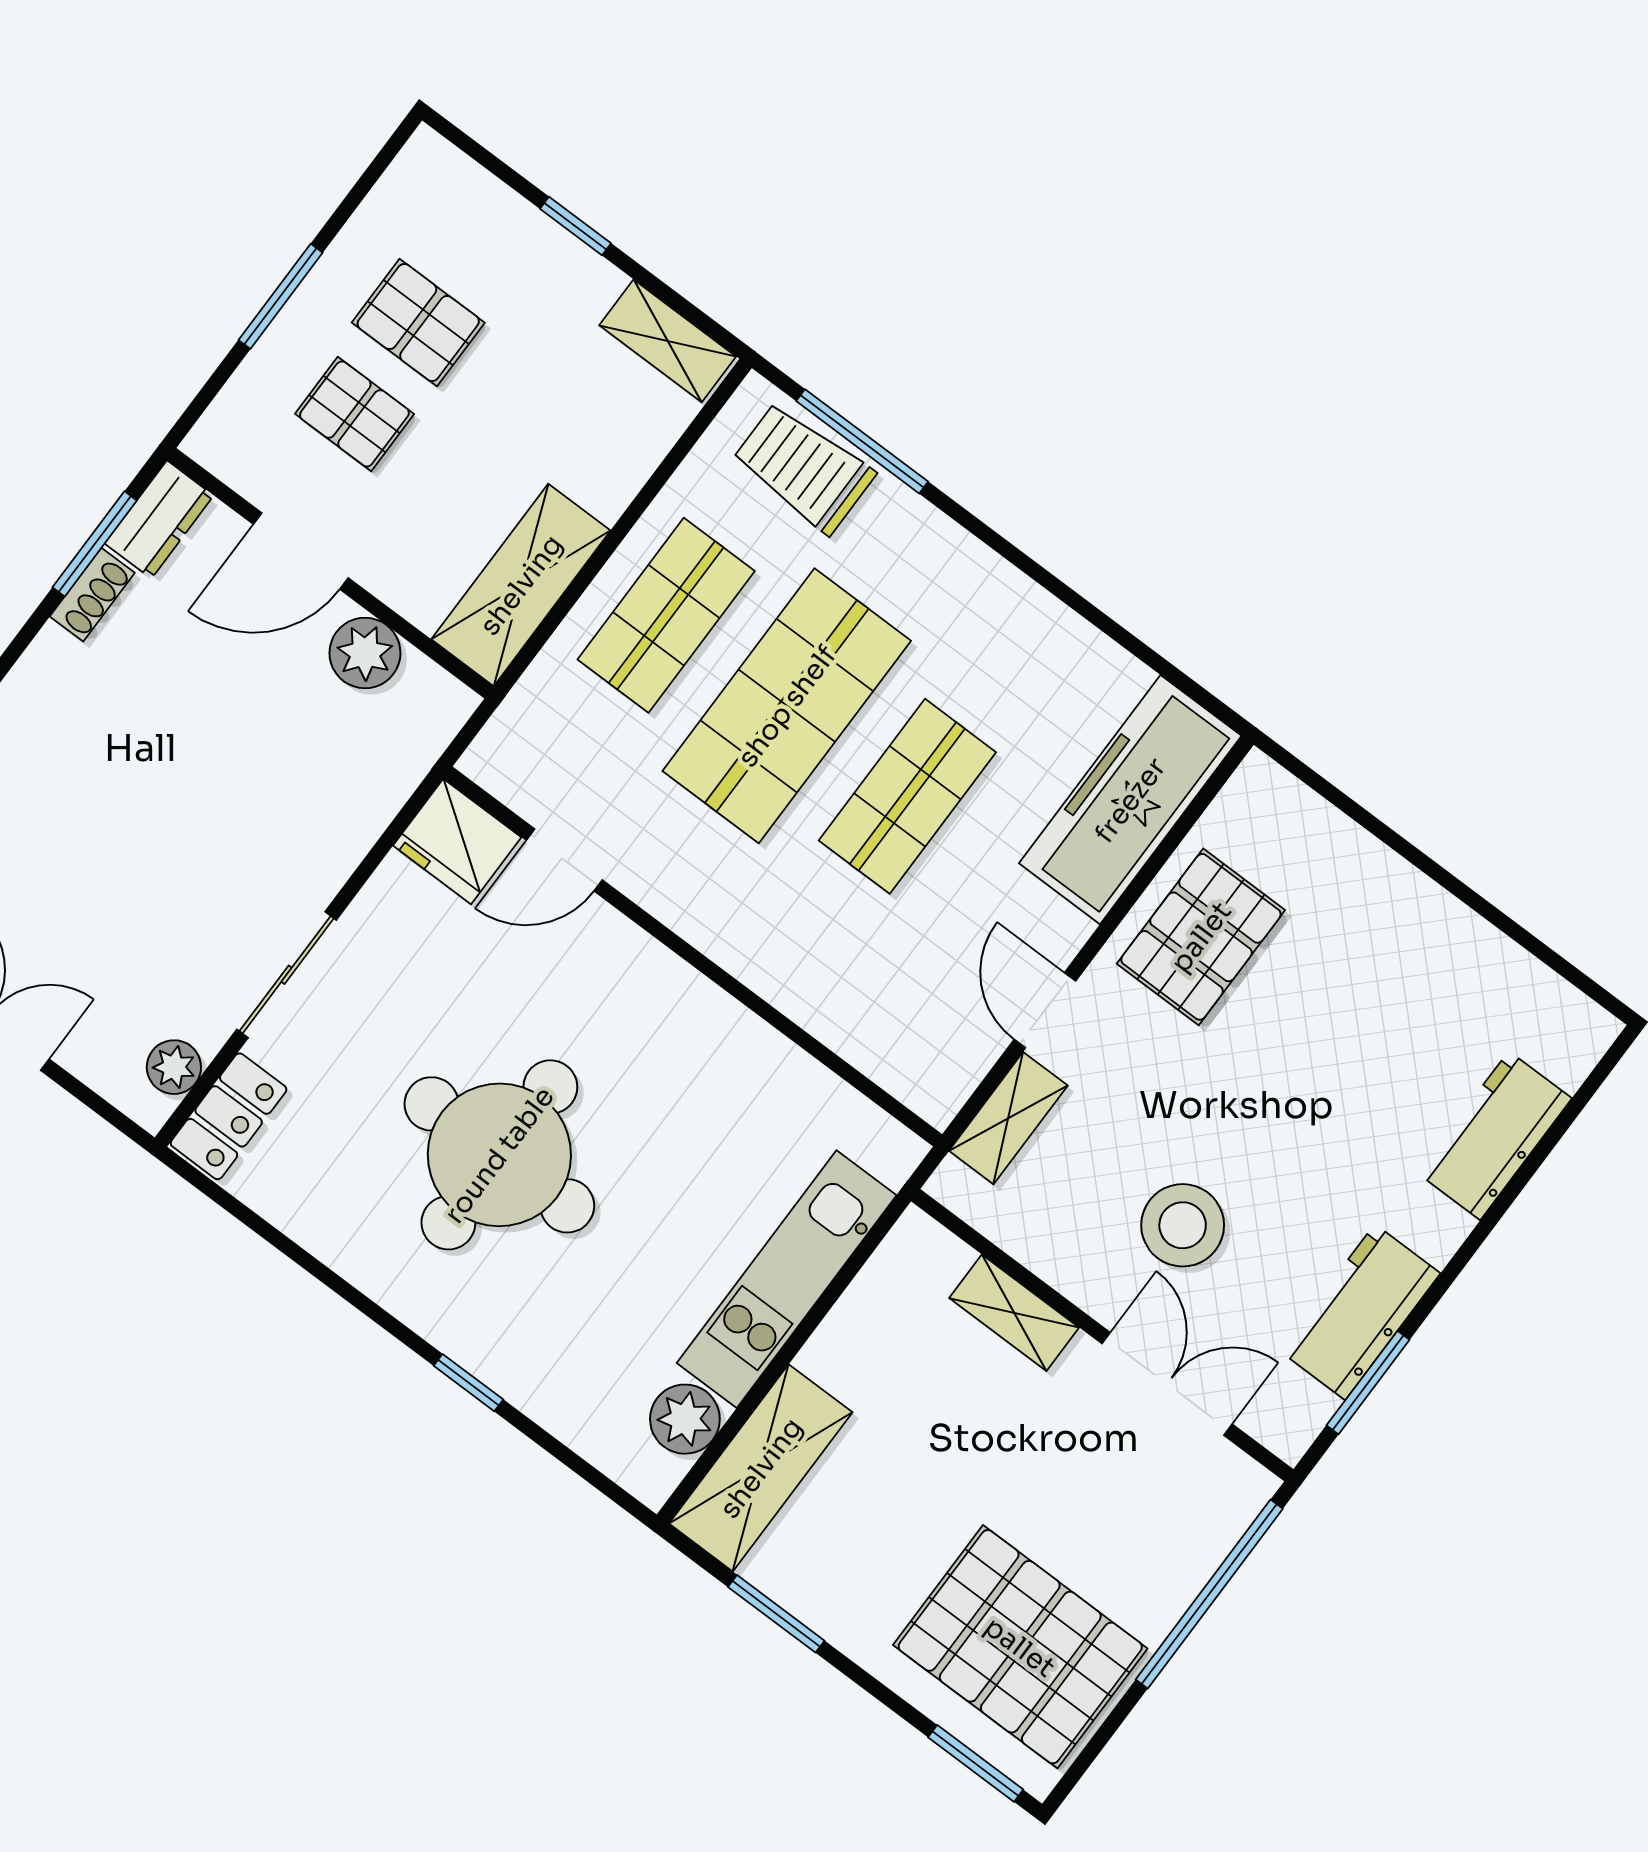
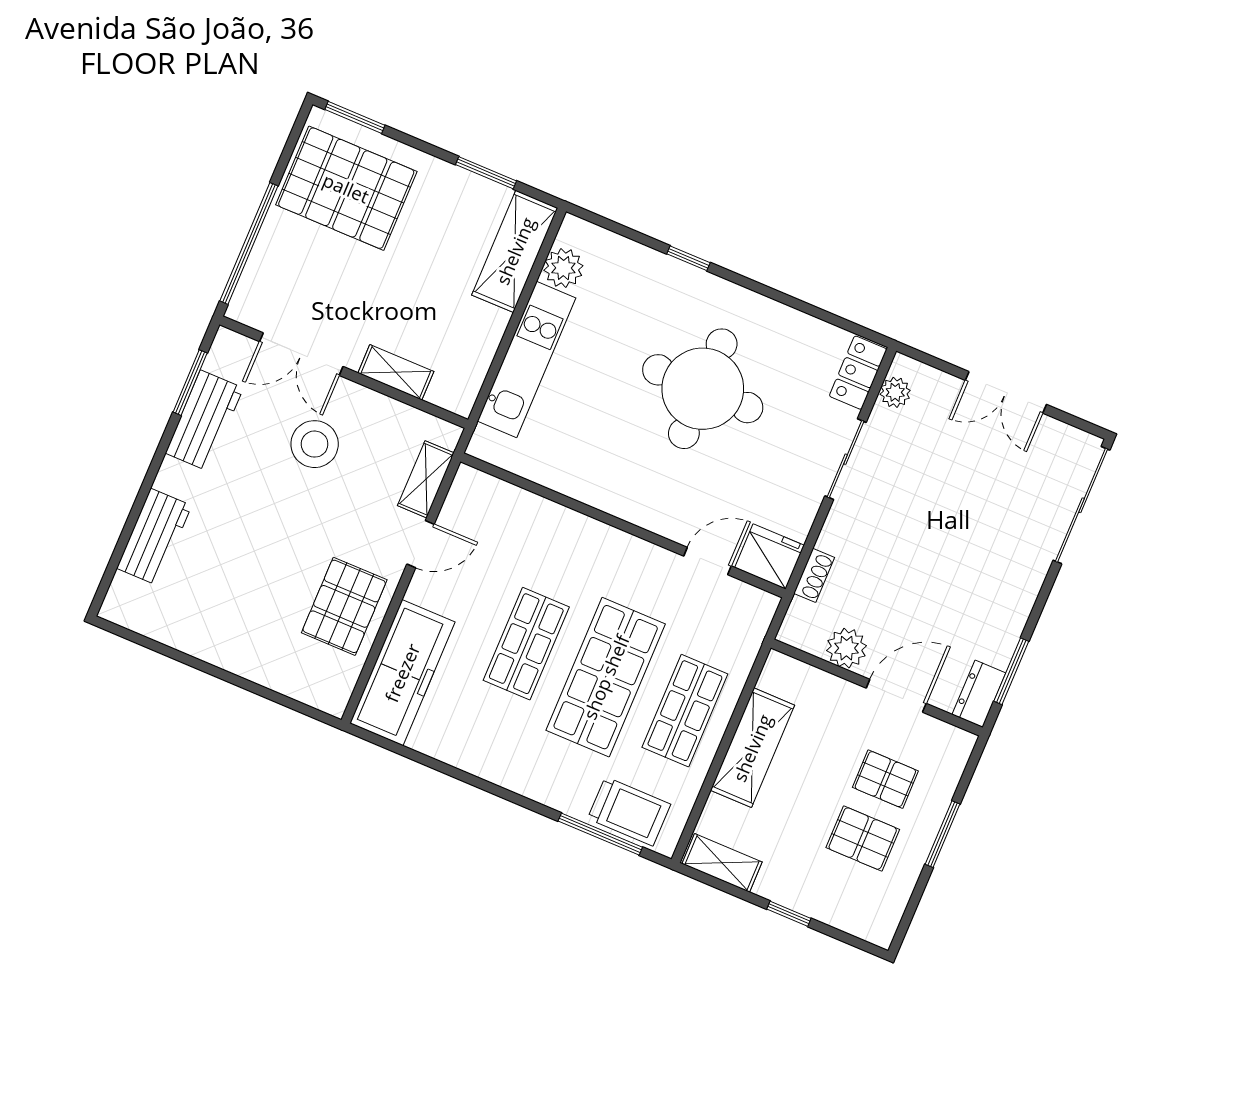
shelving: (521, 585) -> (752, 748), moved
shoe rack: (92, 595) -> (814, 575), moved, turned 180
door: (1045, 1010) -> (421, 544), hinge flipped

